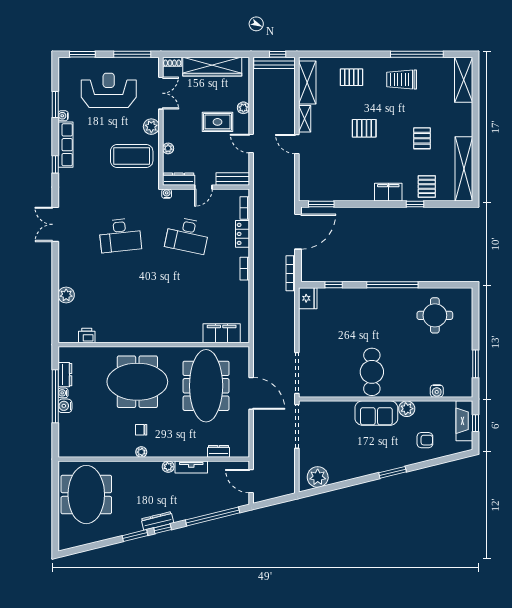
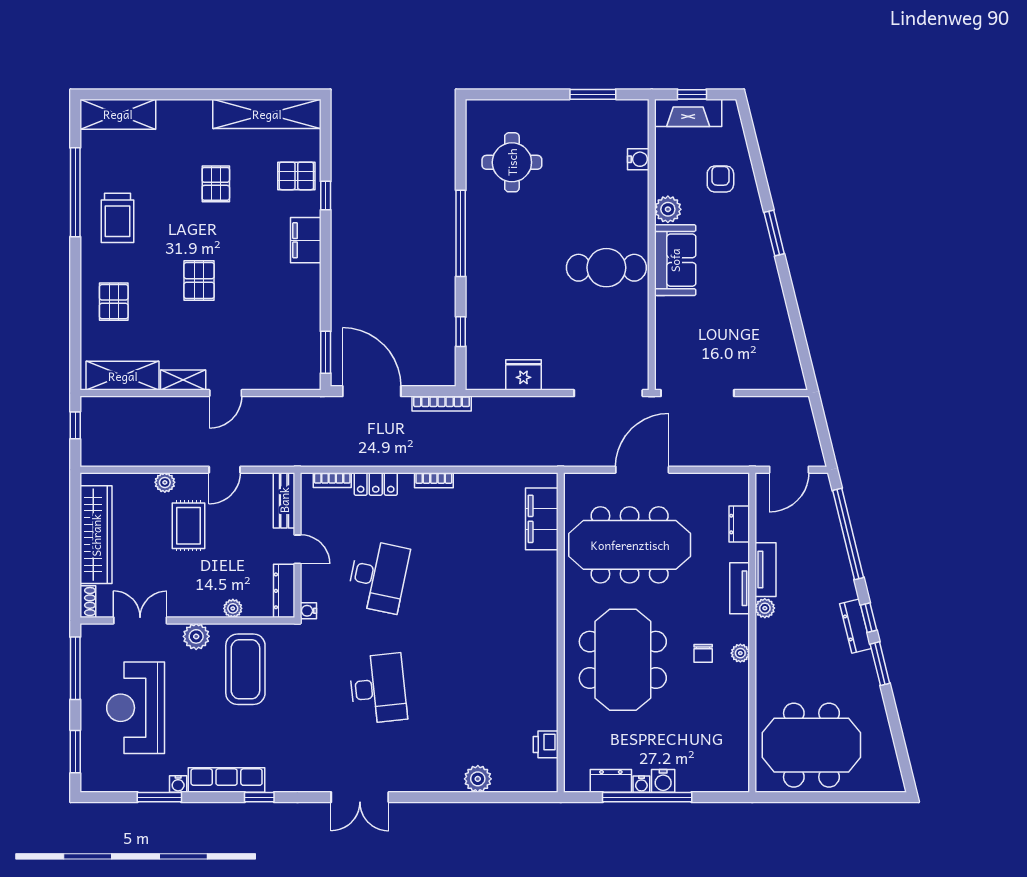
bench: (274, 63) -> (90, 431), removed
pallet: (422, 138) -> (216, 184), turned 90
fridge: (308, 298) -> (523, 375), moved
tv unit: (180, 452) -> (740, 588), added
plant: (318, 477) -> (782, 358), removed

